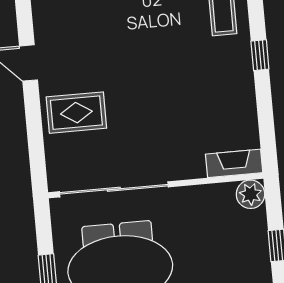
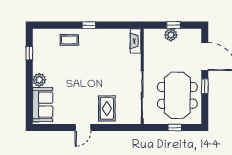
plant: (251, 194) -> (171, 35), moved

